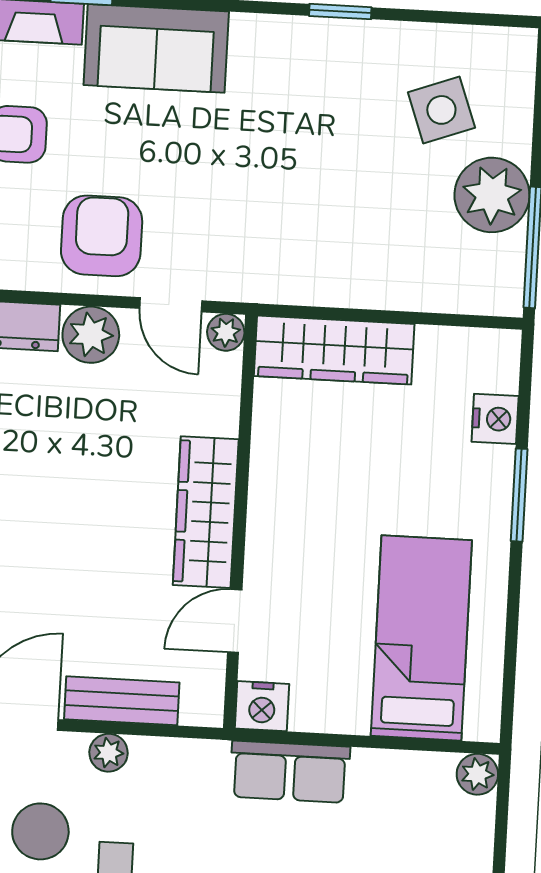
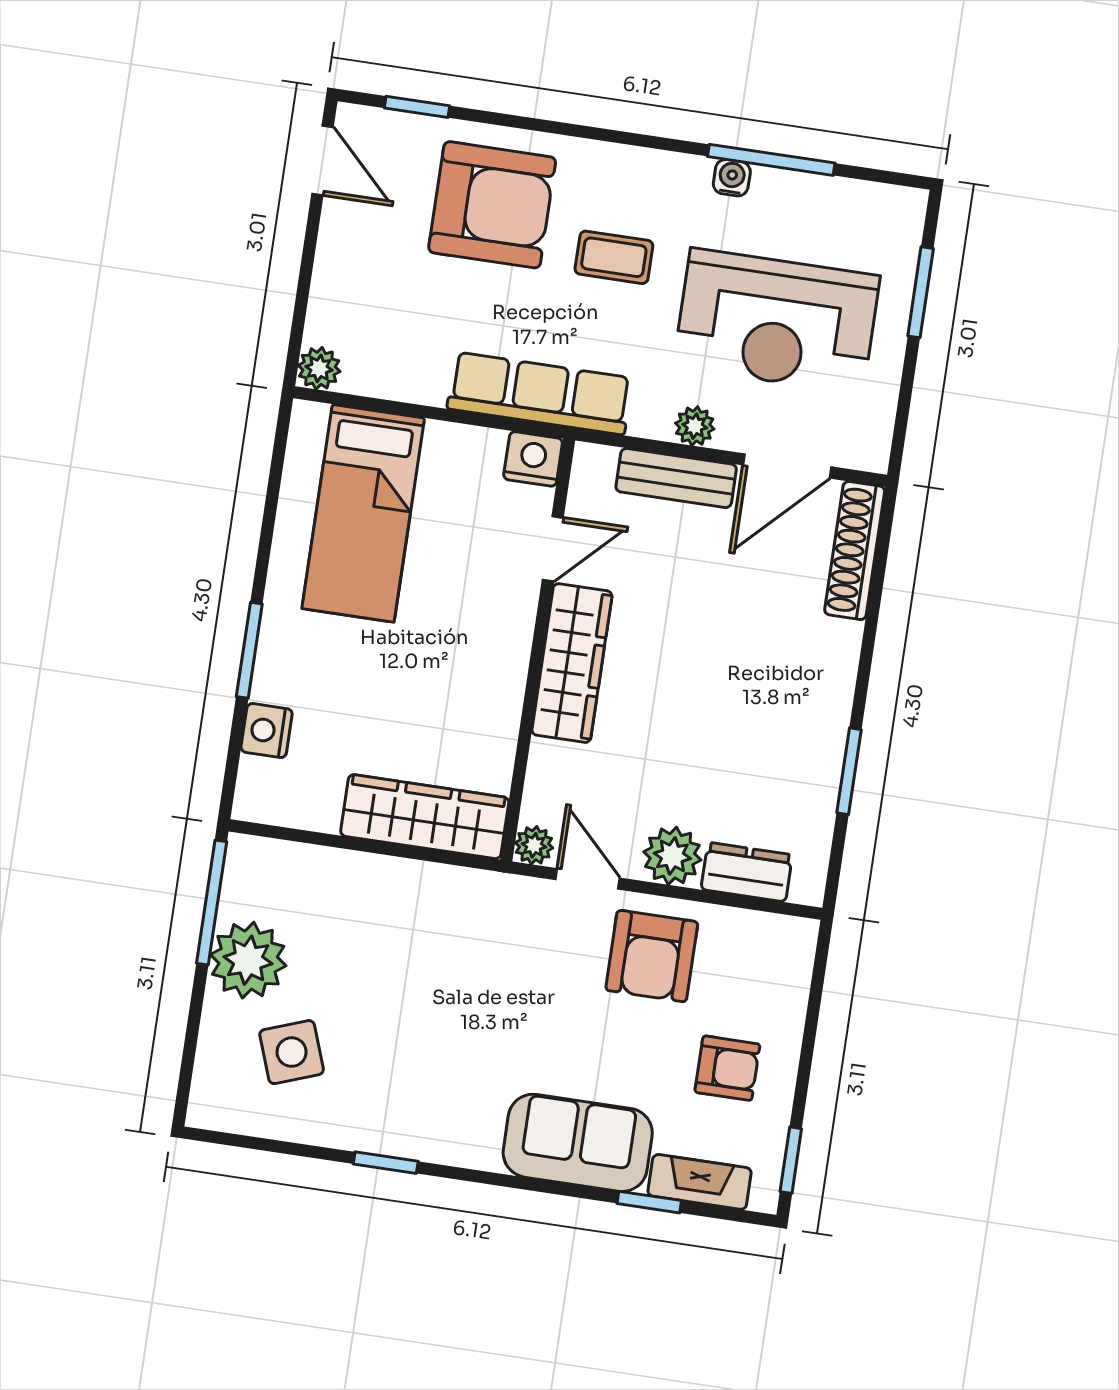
row of seats: (290, 772) -> (540, 393), width x1.48

